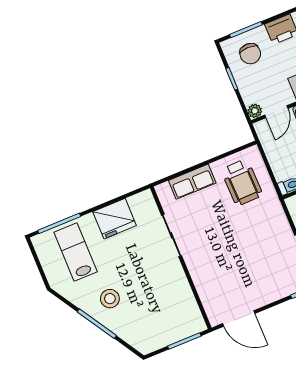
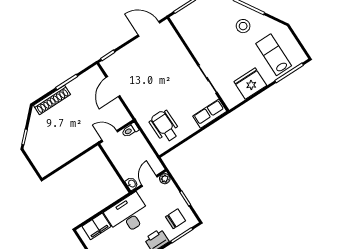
chair: (250, 54) -> (176, 219), turned 90
row of seats: (192, 182) -> (210, 114), moved
lab bench: (76, 252) -> (274, 55), turned 180

